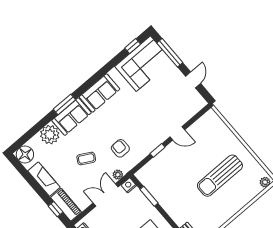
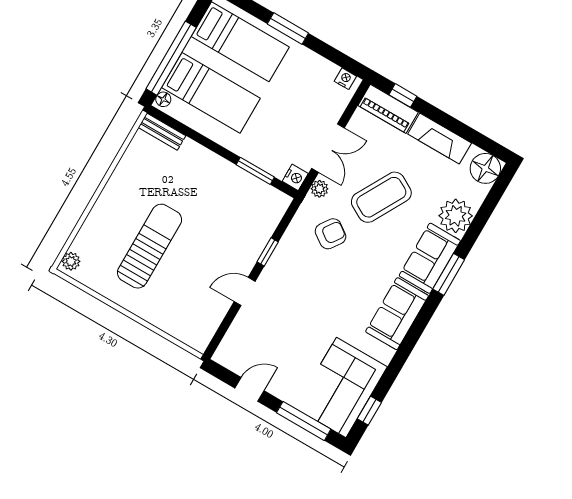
door: (193, 80) -> (249, 389), swing flipped
armchair: (120, 148) -> (331, 234), turned -55
coffee table: (86, 158) -> (381, 197), width x1.86, depth x1.72

